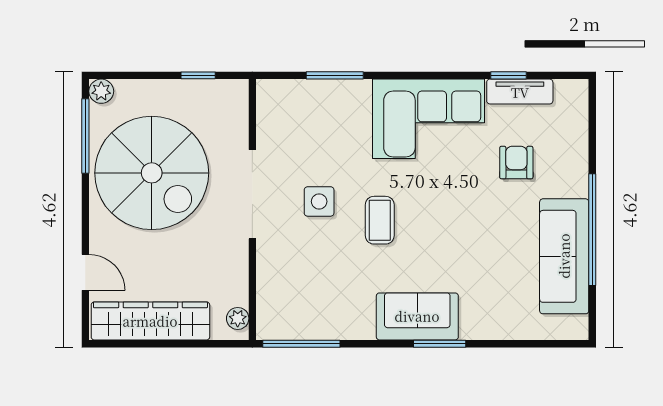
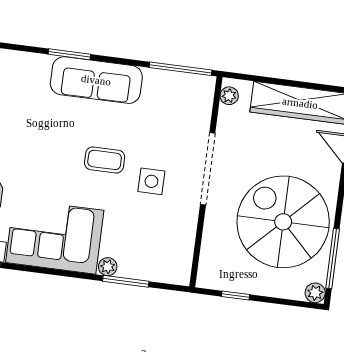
plant: (359, 90) -> (108, 267), added
doorway: (252, 194) -> (208, 169), moved
coffee table: (380, 220) -> (105, 160), turned 90
sofa: (417, 316) -> (96, 80), width x1.36

